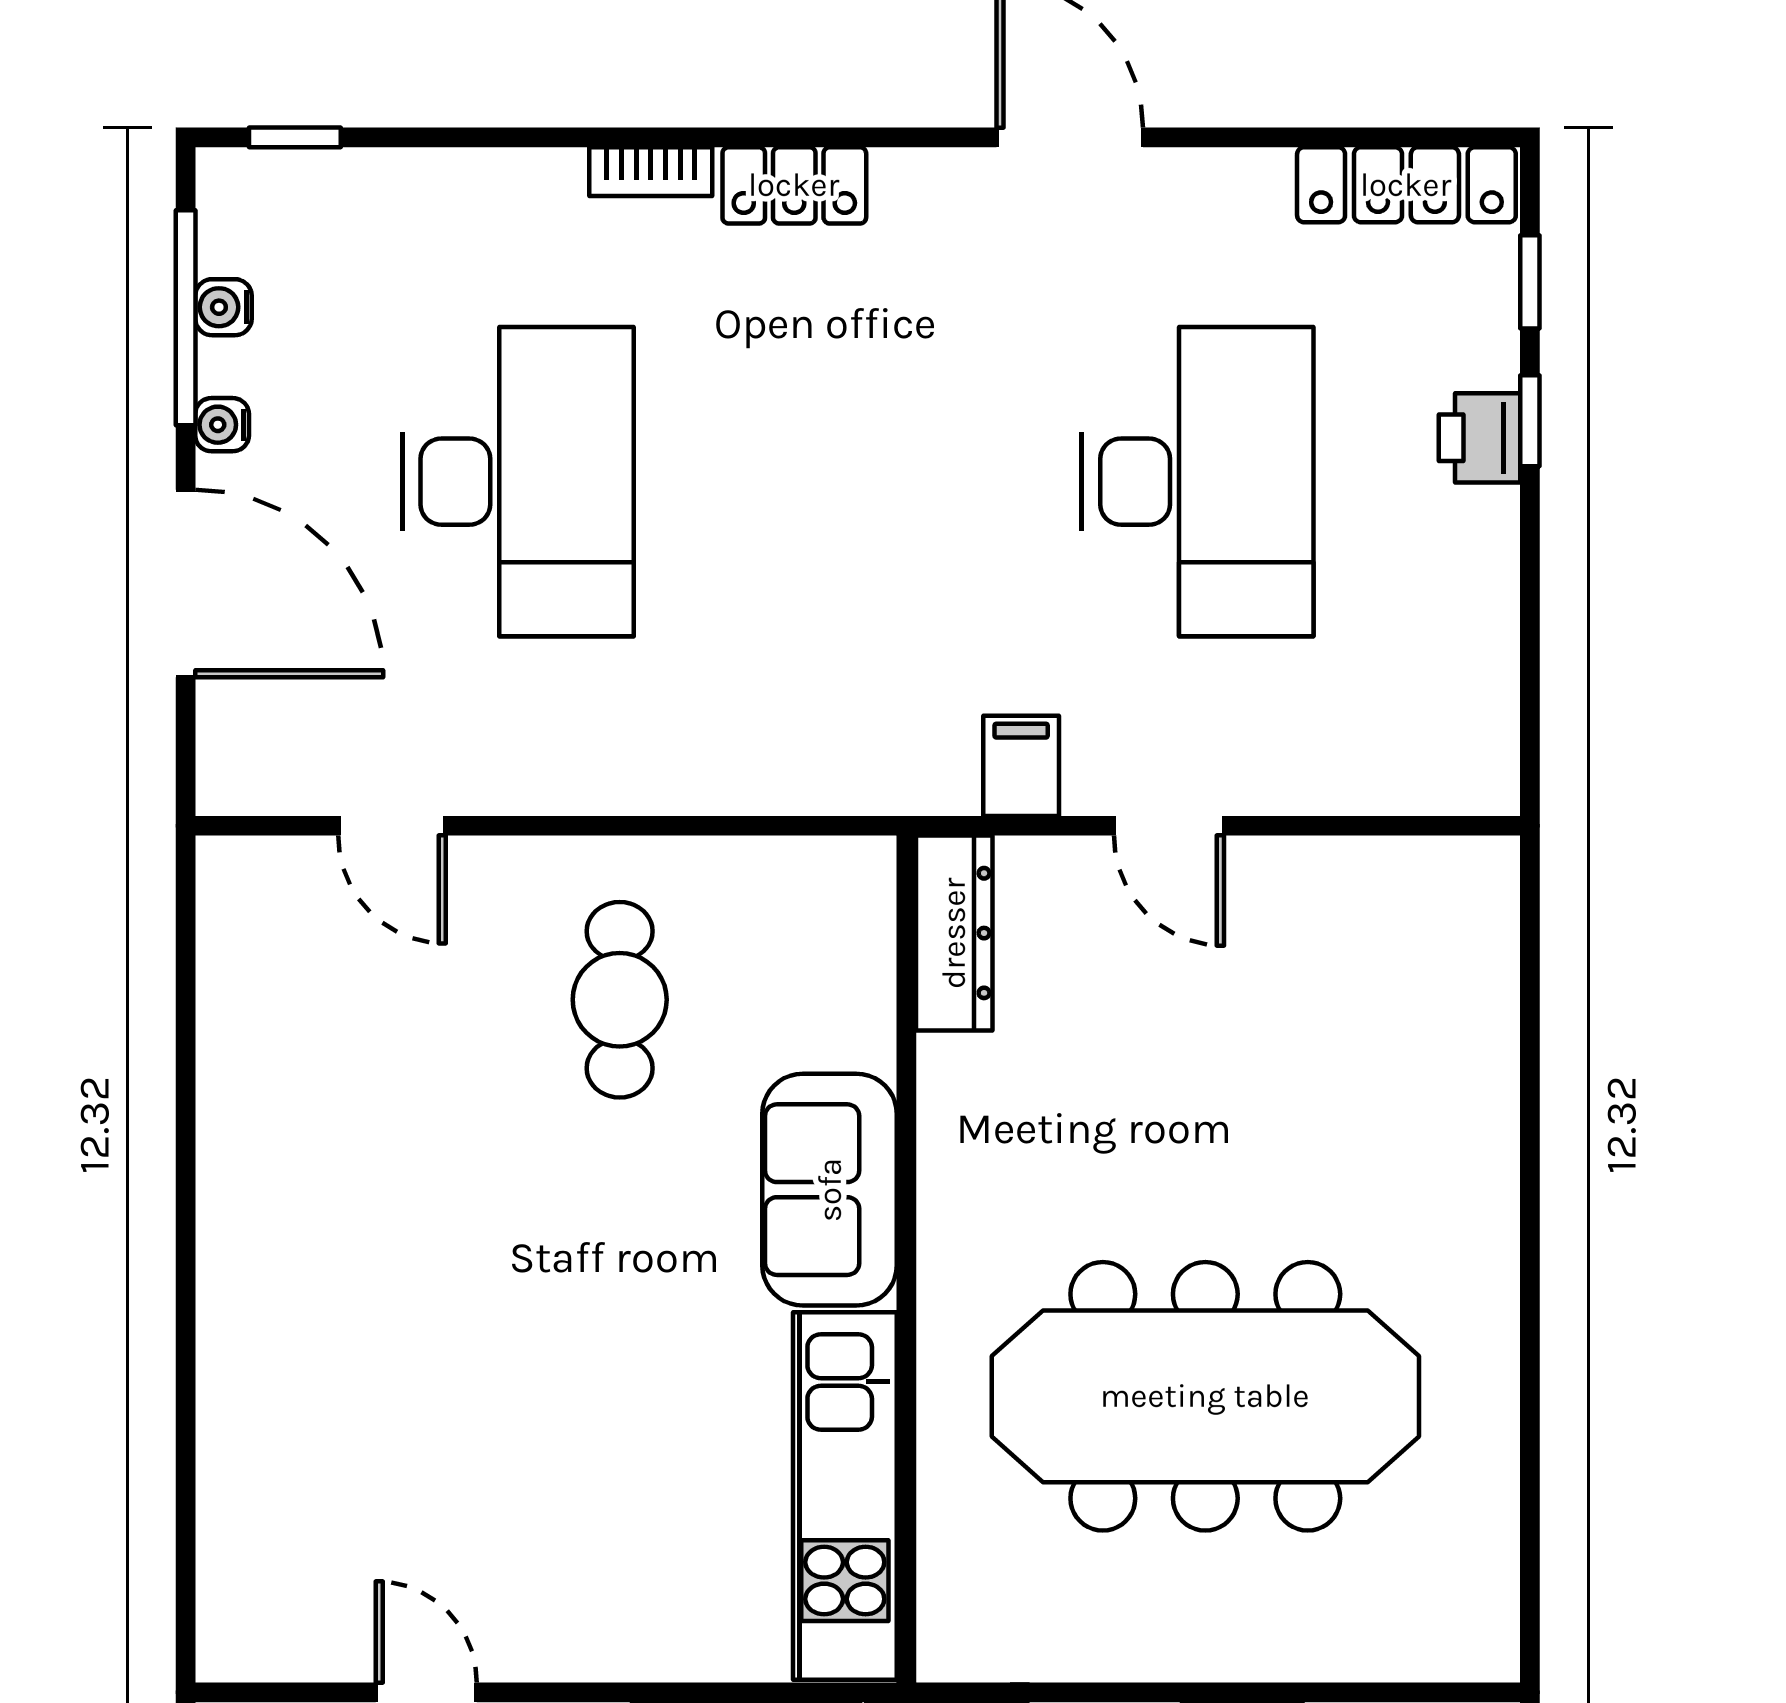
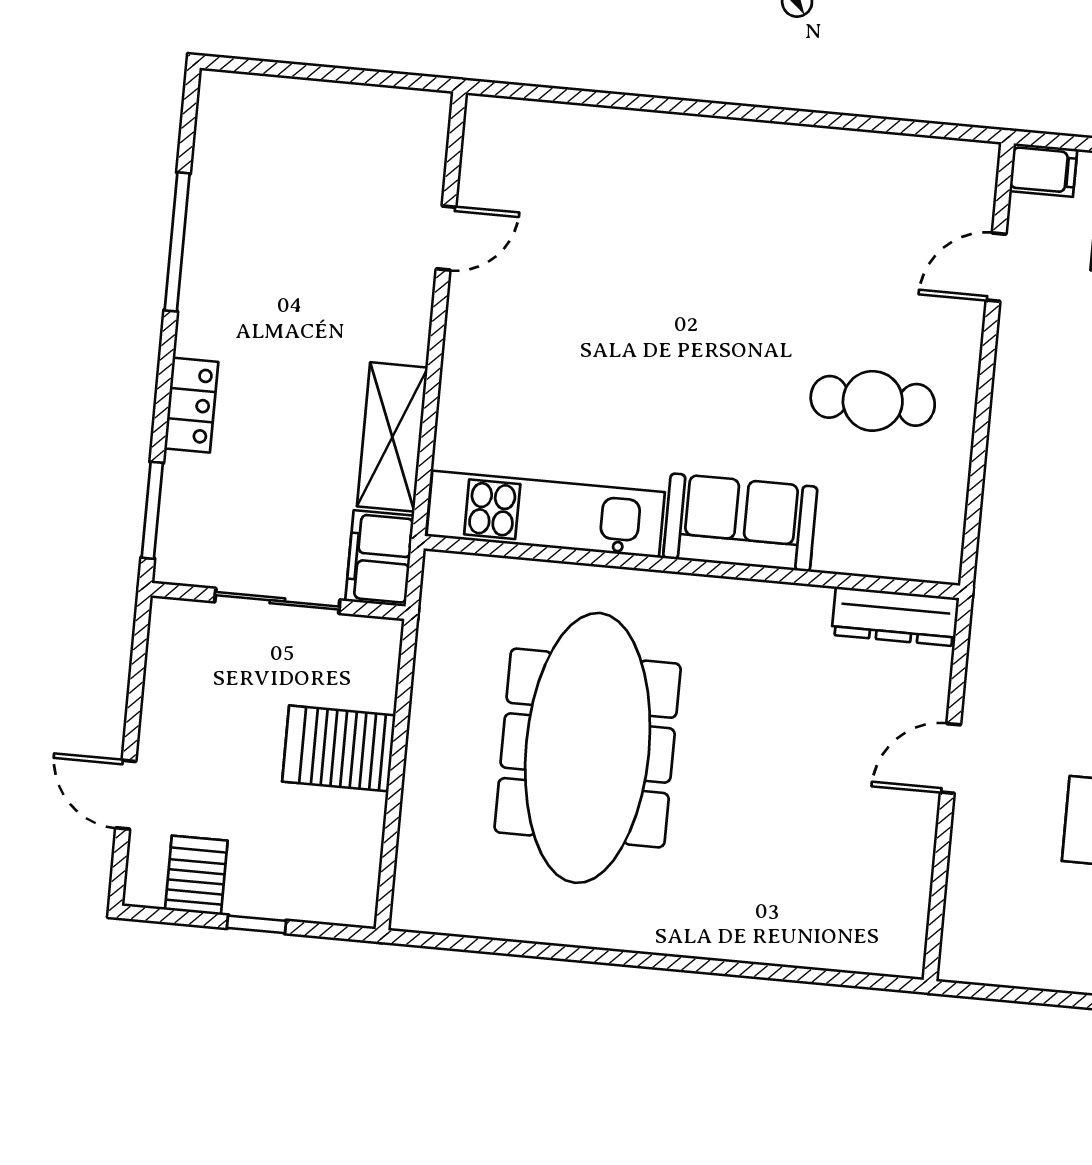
filing cabinet: (1021, 766) -> (1043, 170), moved

